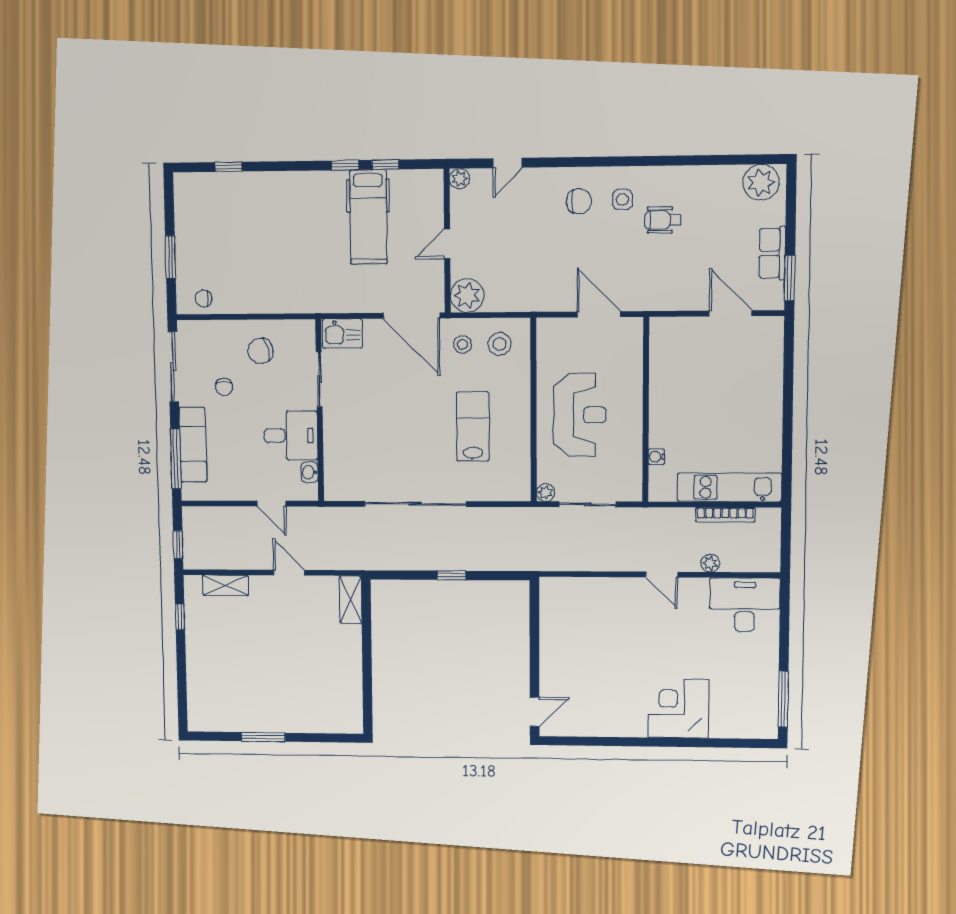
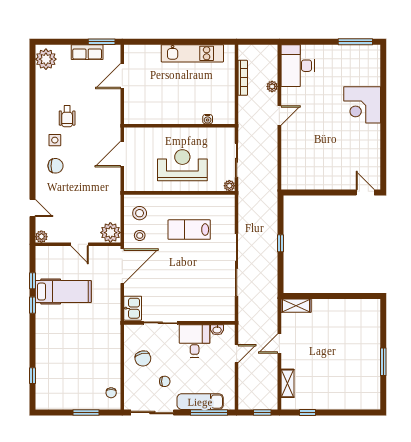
chair: (579, 201) -> (55, 166), turned 90
kitchen unit: (729, 487) -> (192, 53), moved, turned -90

